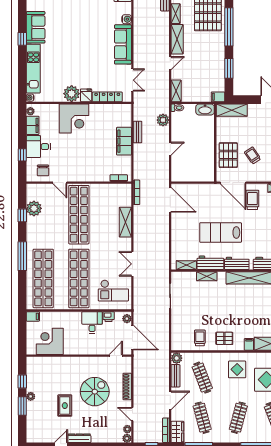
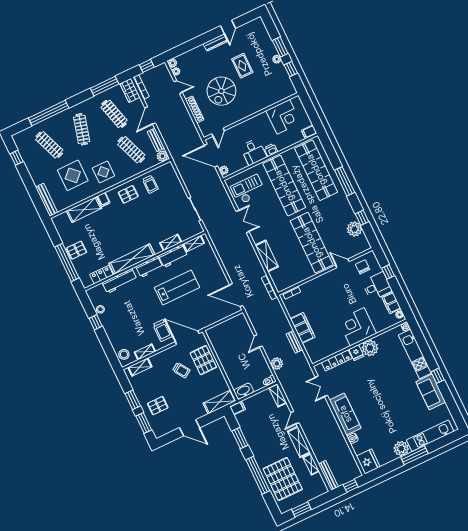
printer: (109, 317) -> (271, 150), moved

